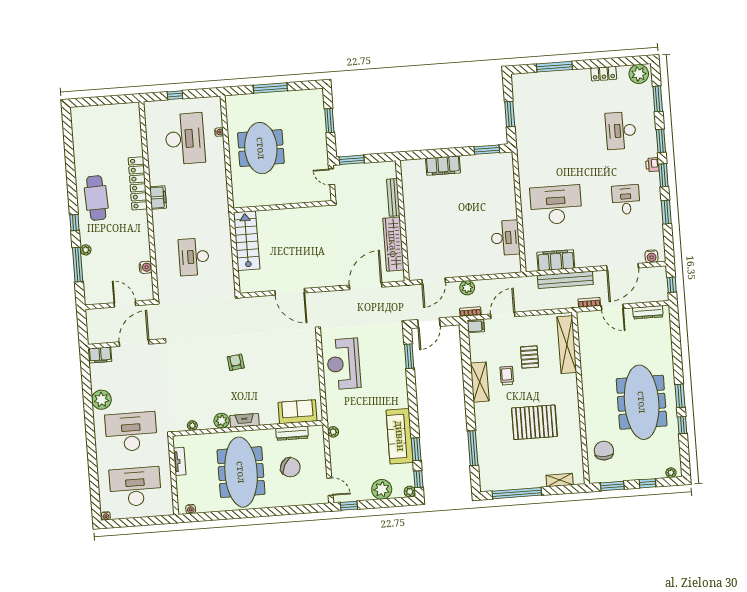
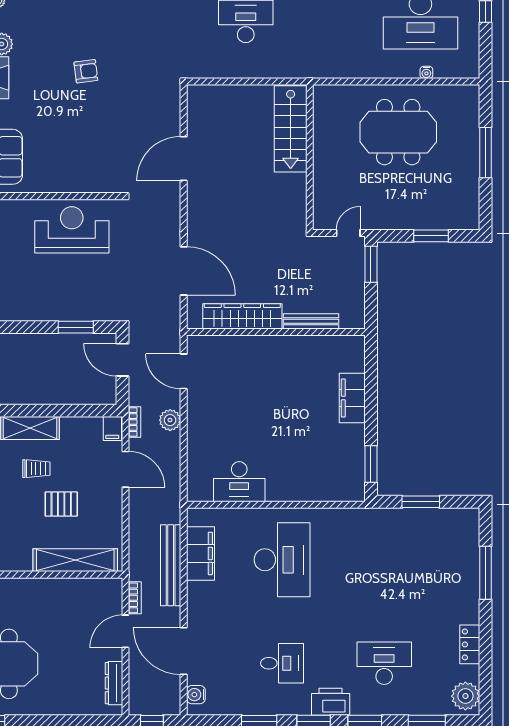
printer: (652, 165) -> (331, 702), width x1.87, depth x1.48
stairs: (247, 241) -> (291, 129), moved, turned 90

